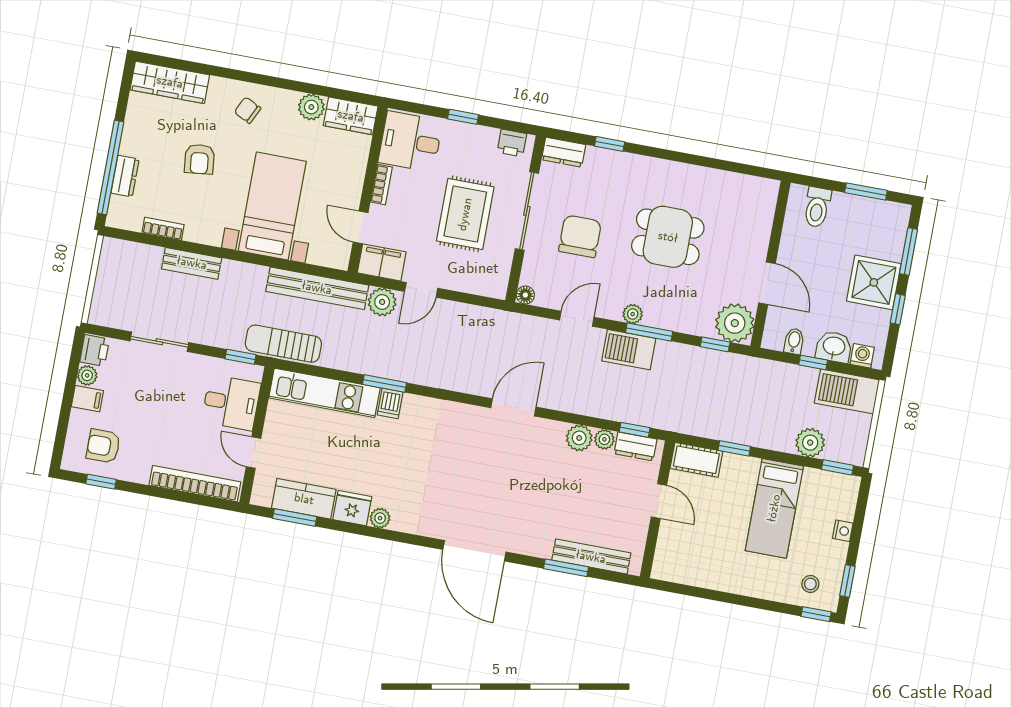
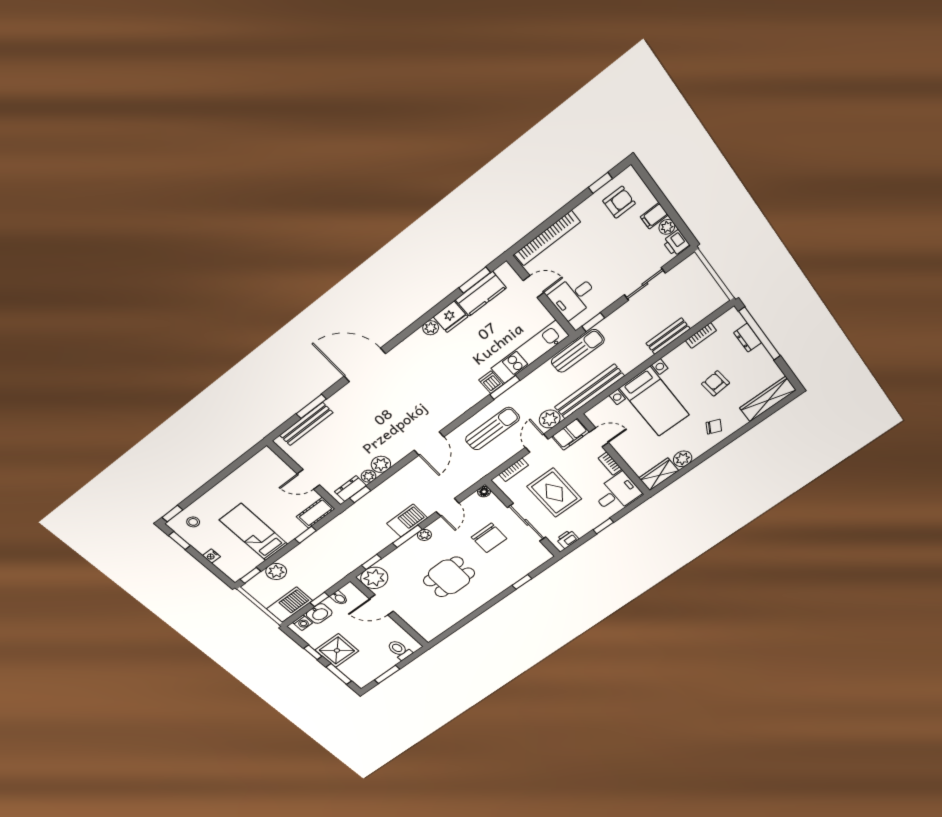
dresser: (564, 152) -> (539, 559), removed
bookcase: (473, 286) -> (514, 470), added
sun lounger: (442, 354) -> (492, 429), added

